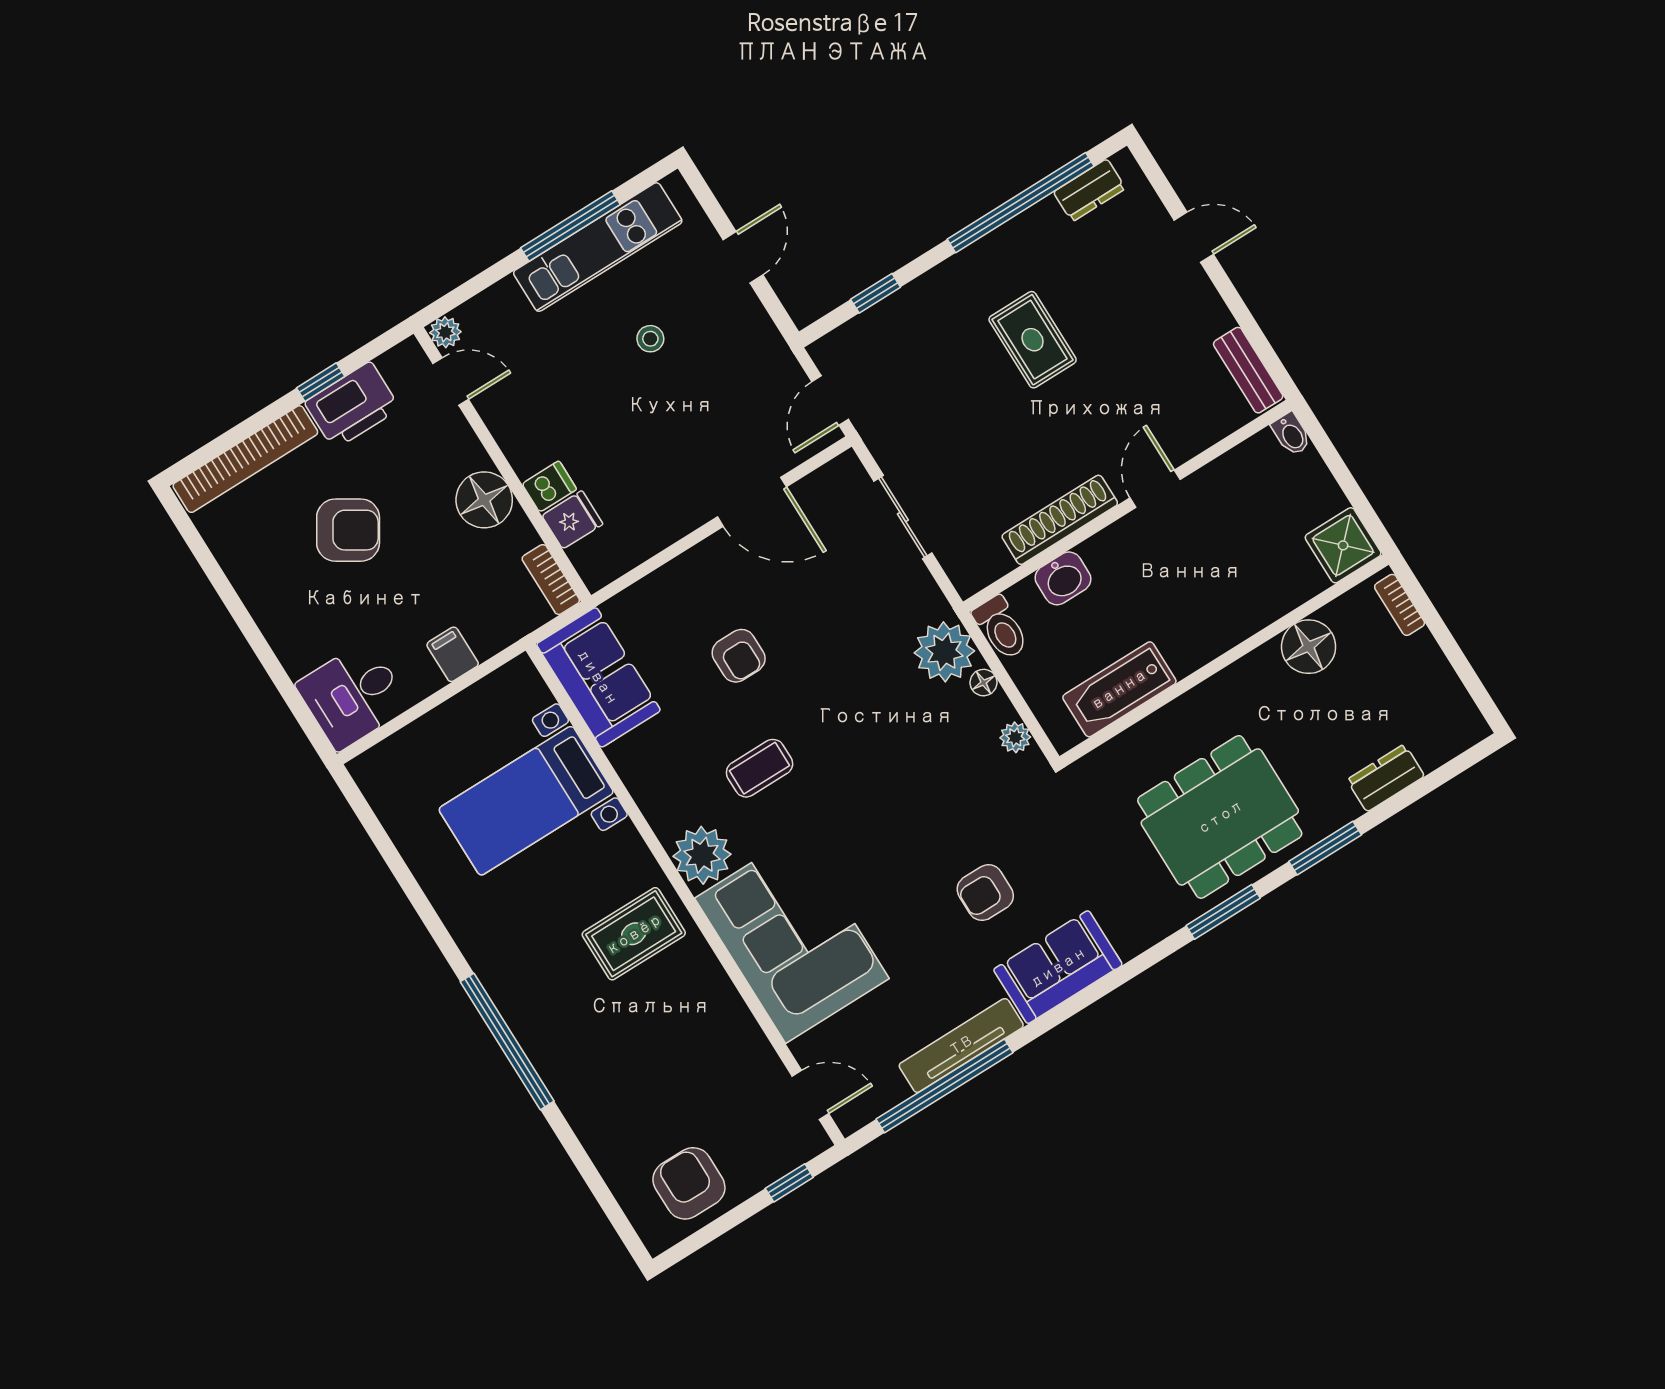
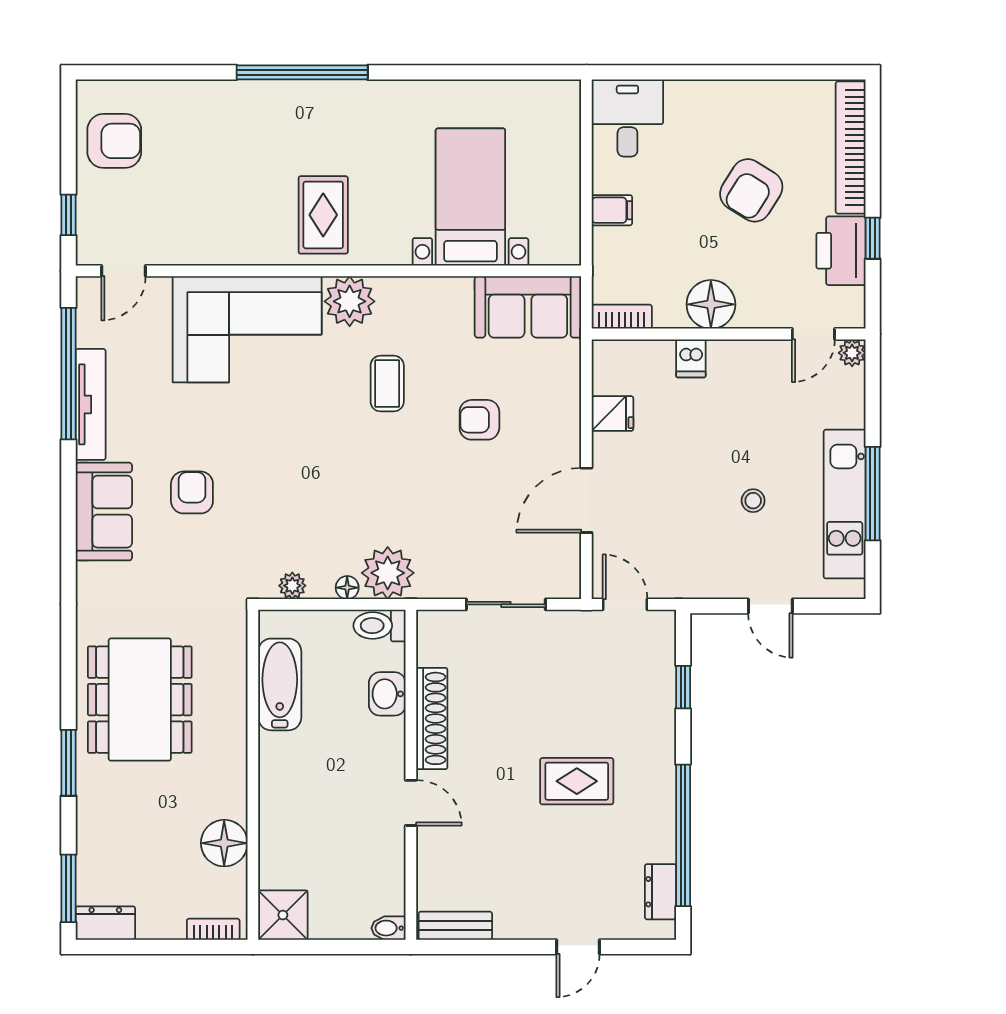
fridge: (572, 520) -> (612, 414), moved, turned -90
dresser: (1386, 778) -> (105, 923), moved, turned -90
window: (1223, 912) -> (69, 888), moved

